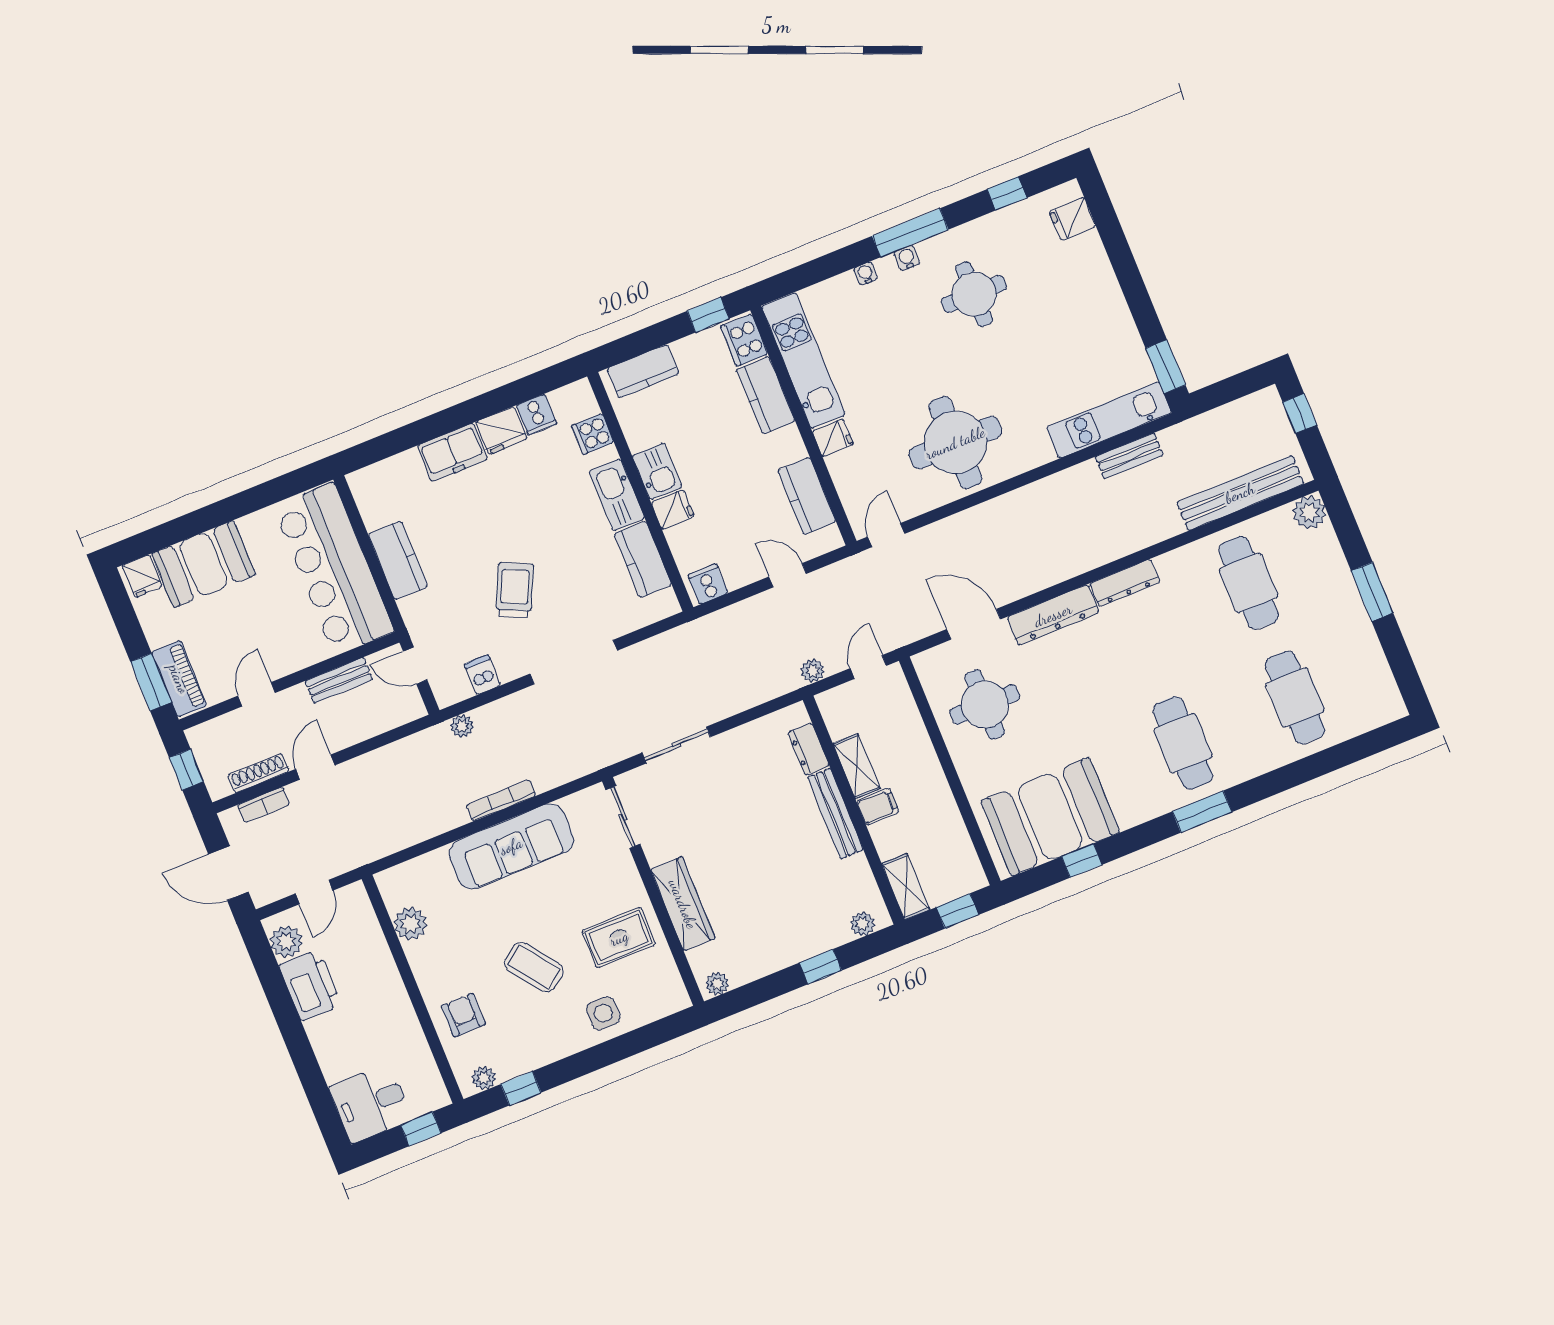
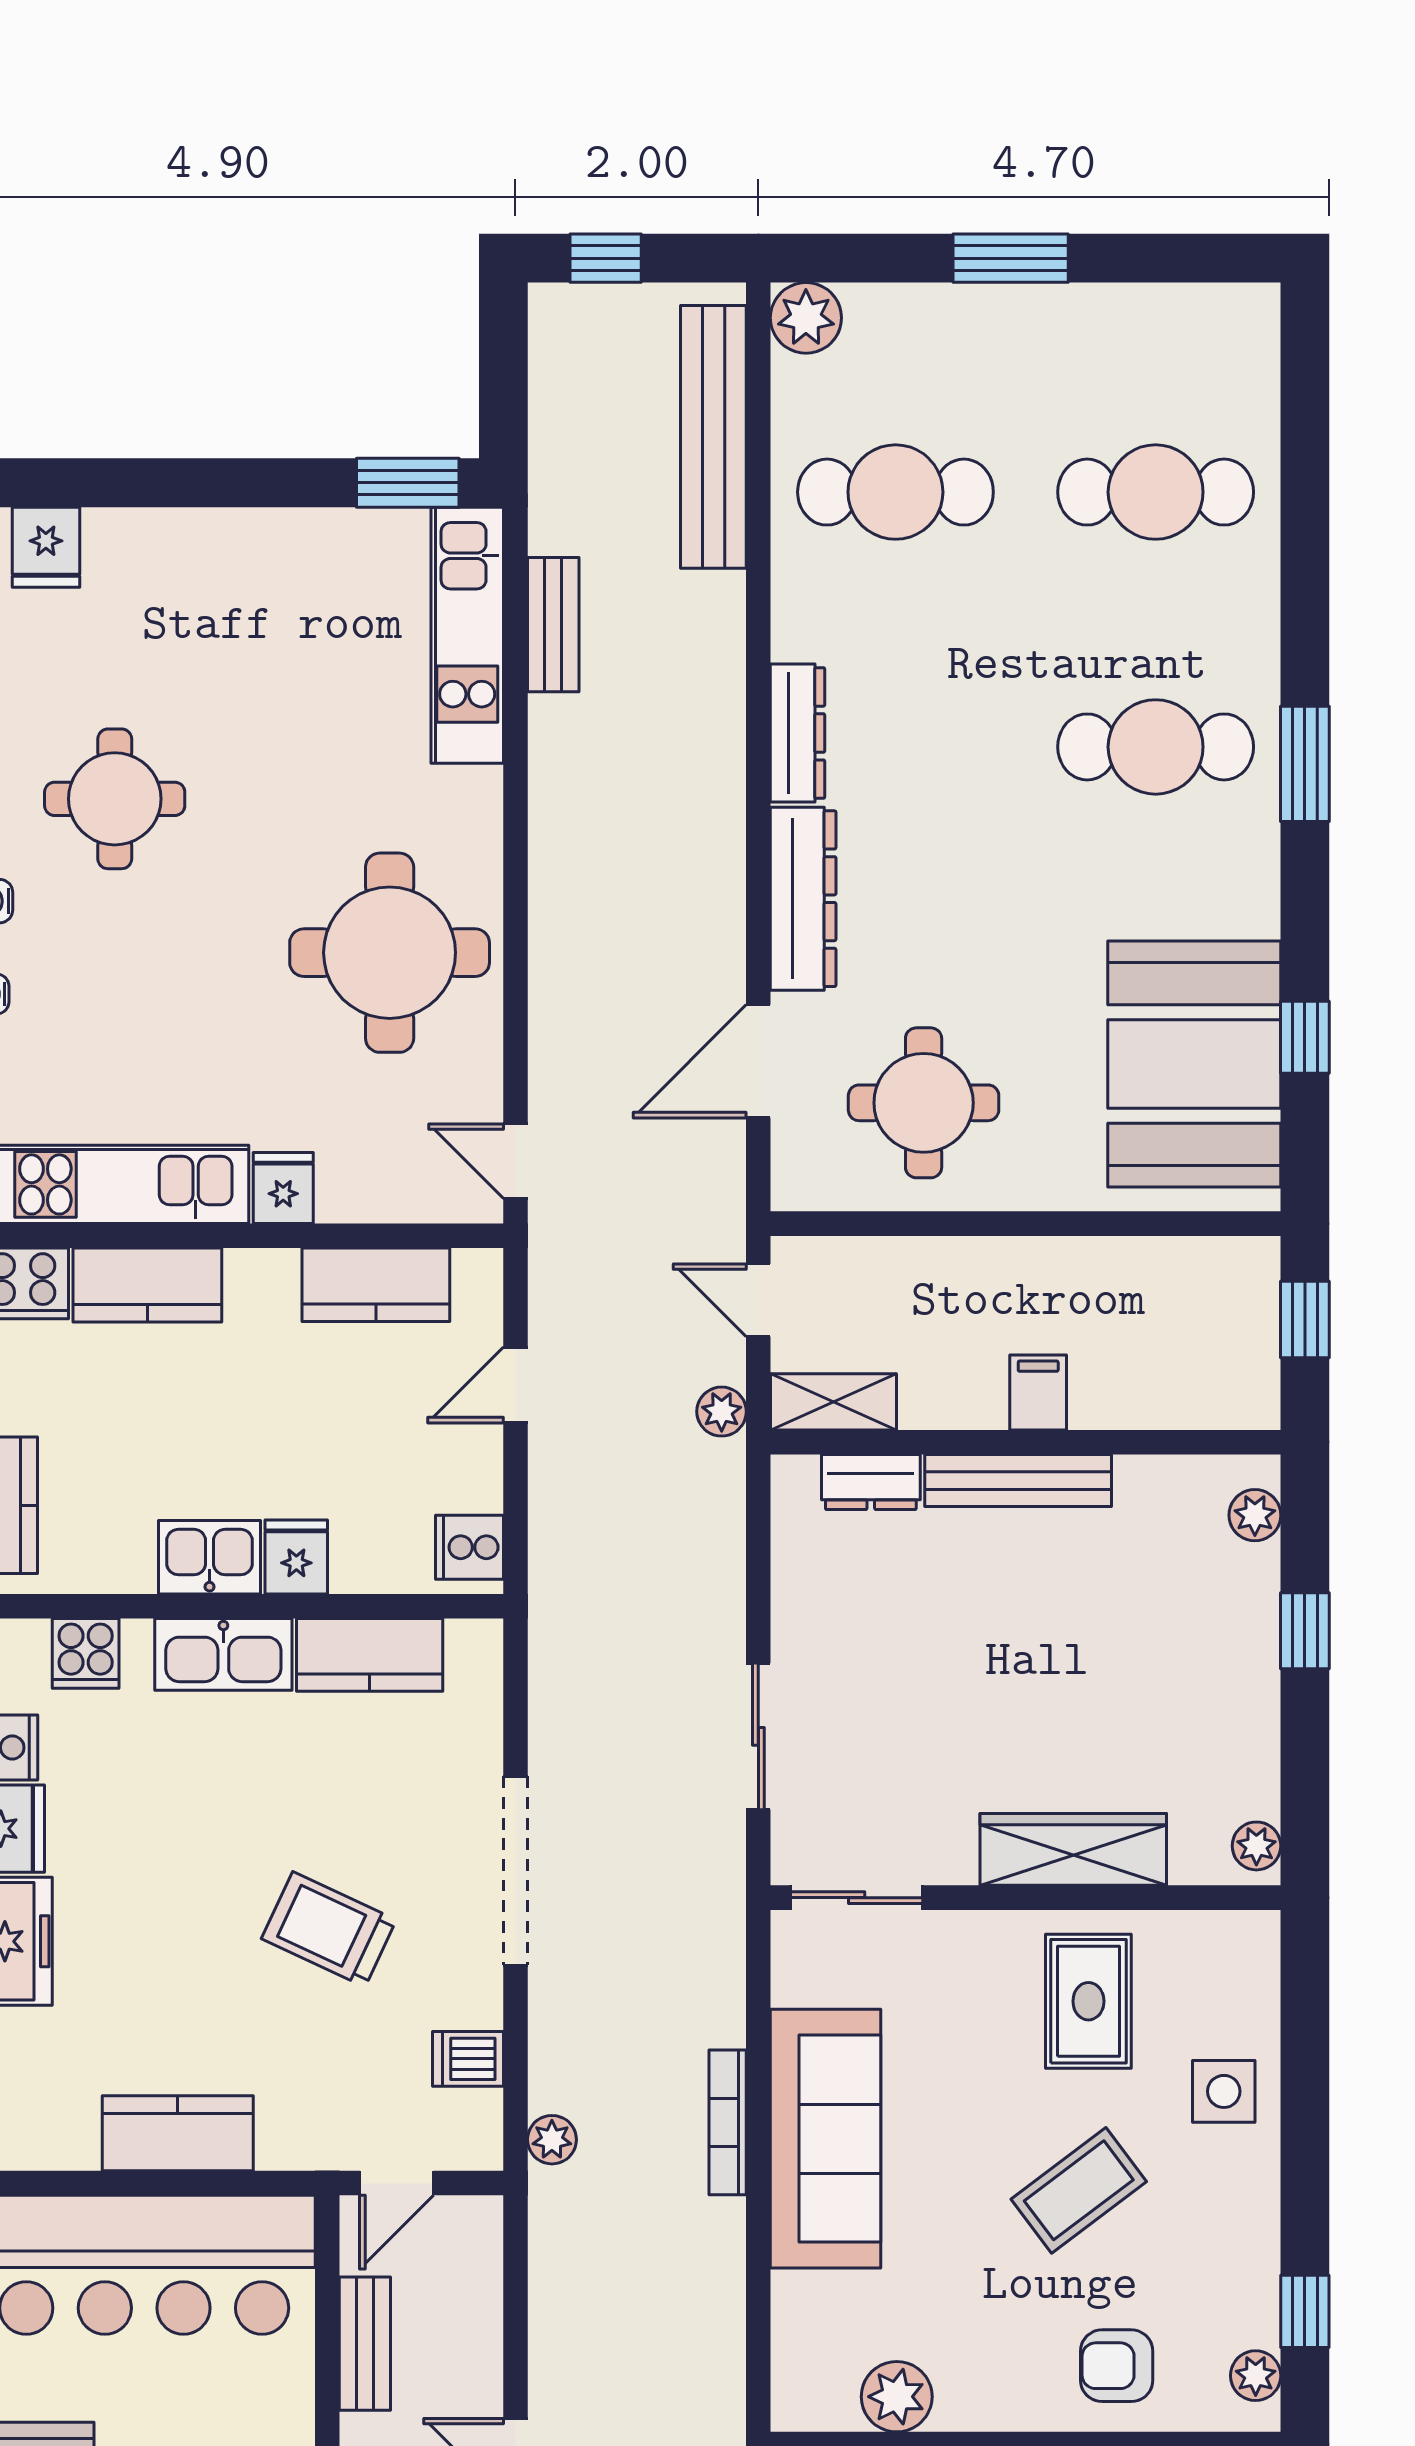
shelving: (856, 766) -> (833, 1402), moved
shelving: (906, 887) -> (1216, 1401), removed

